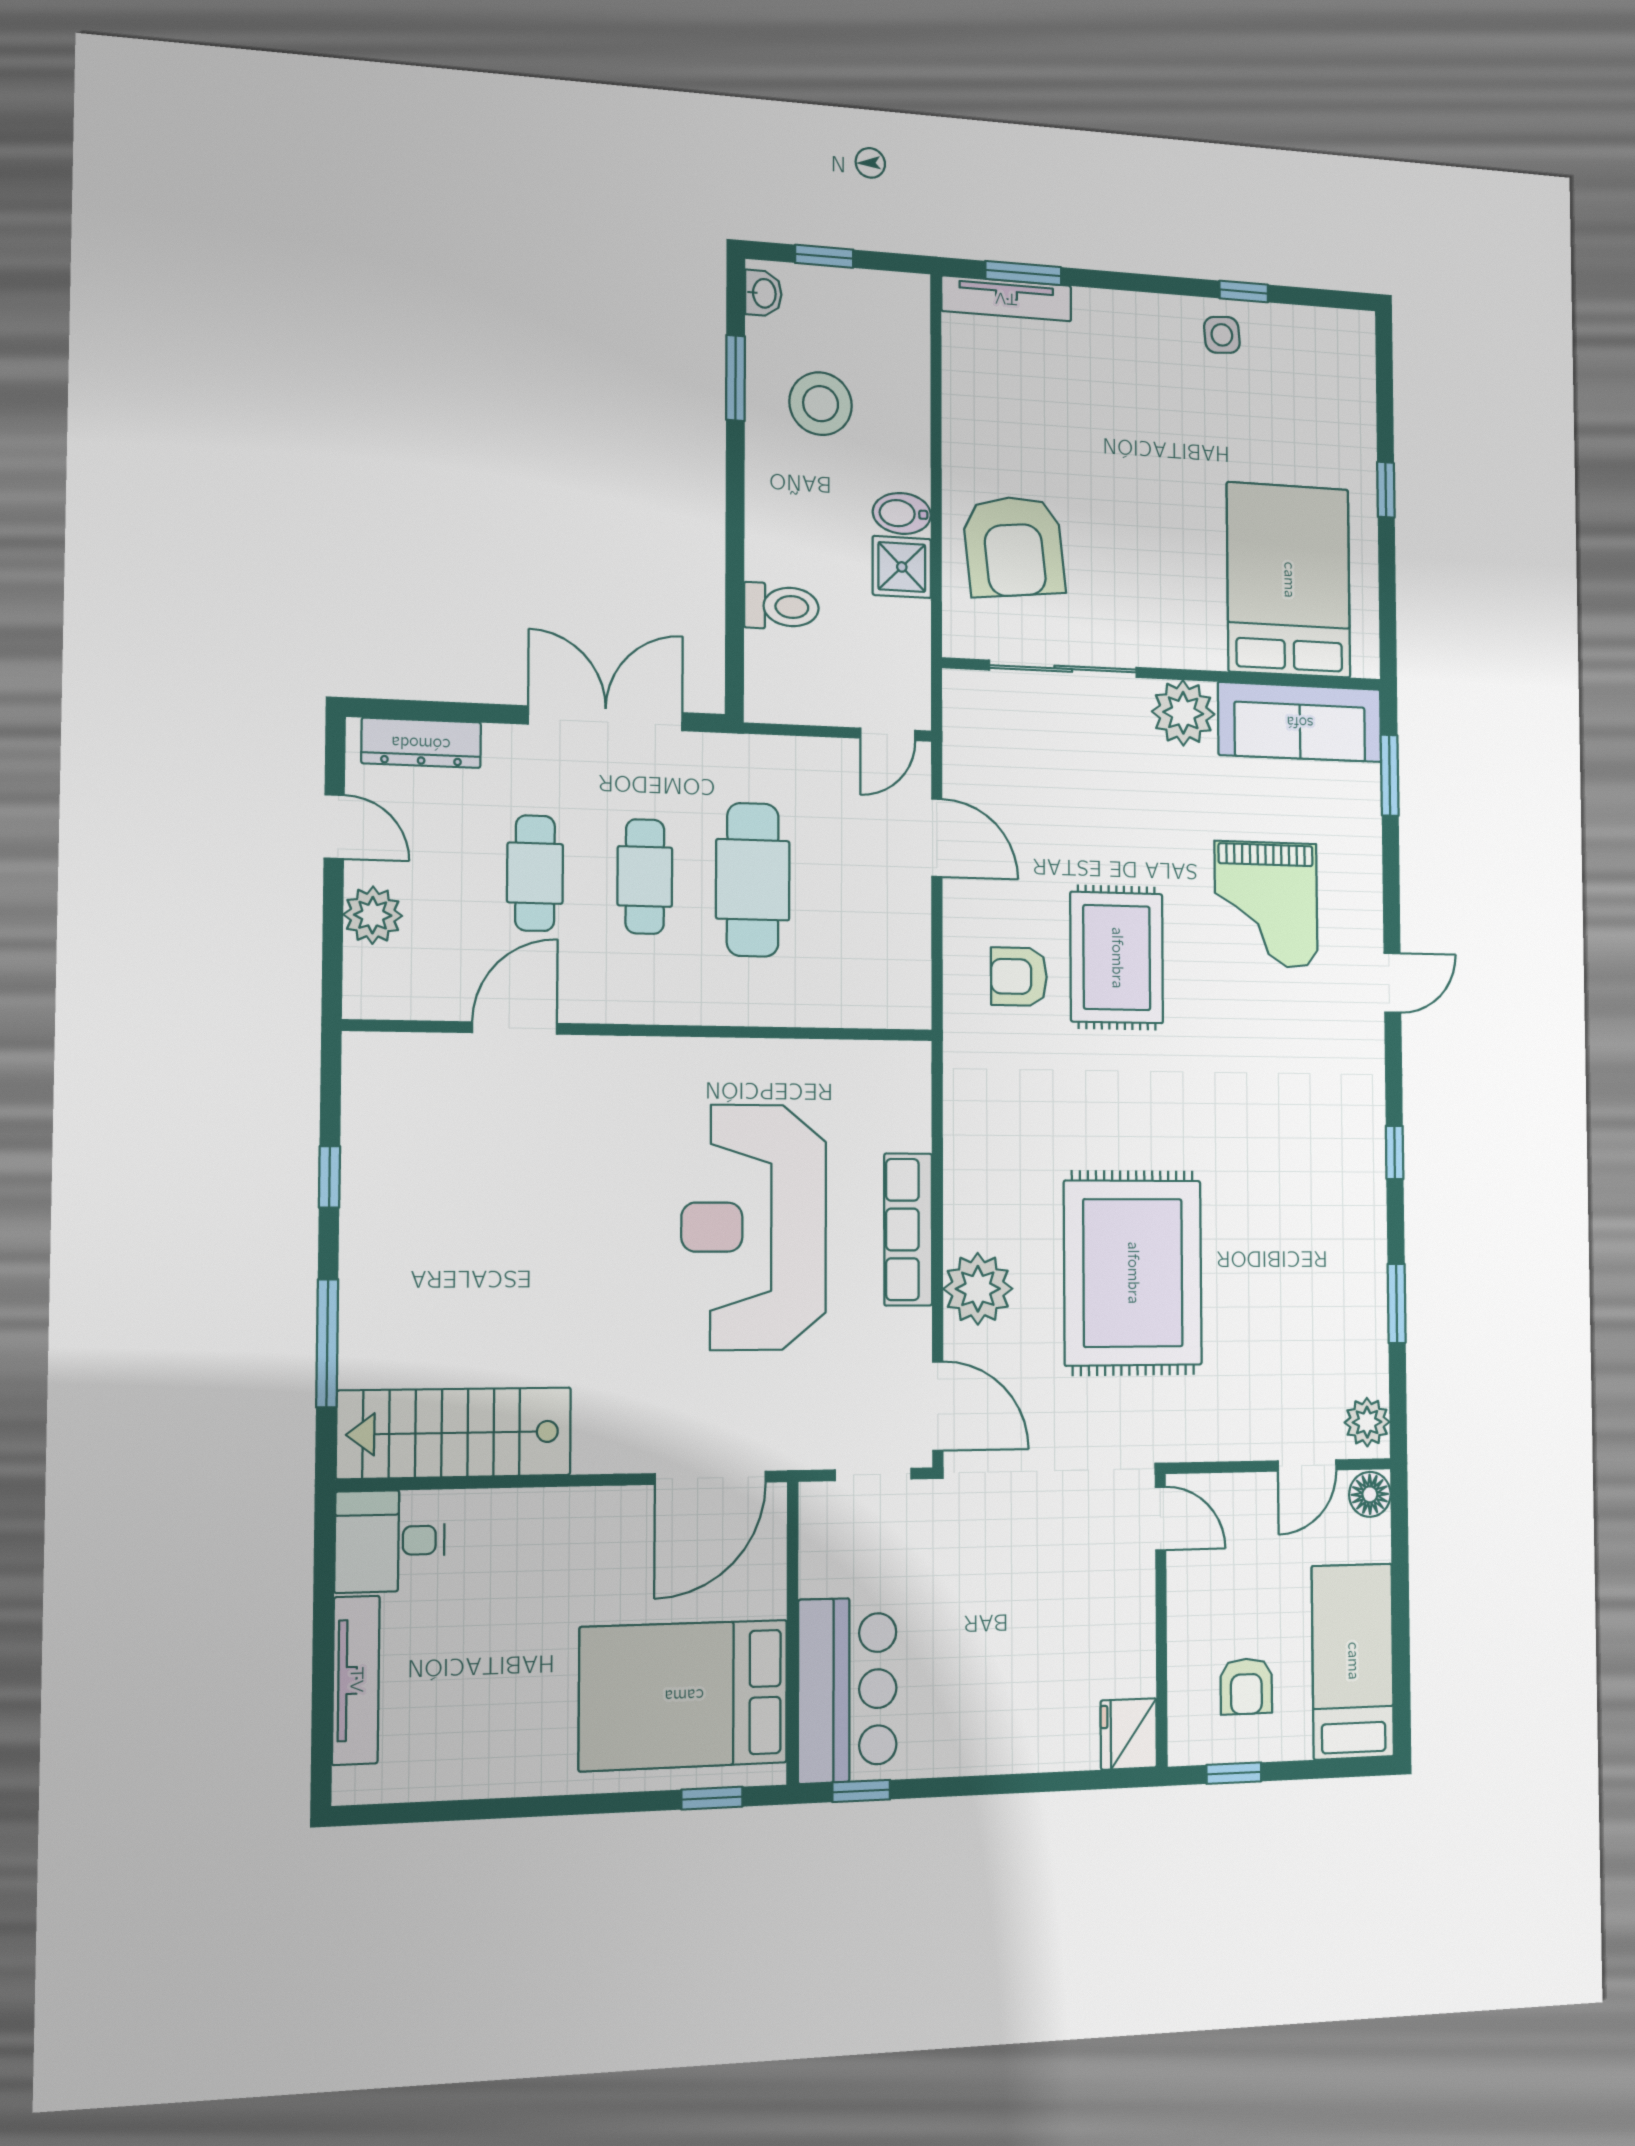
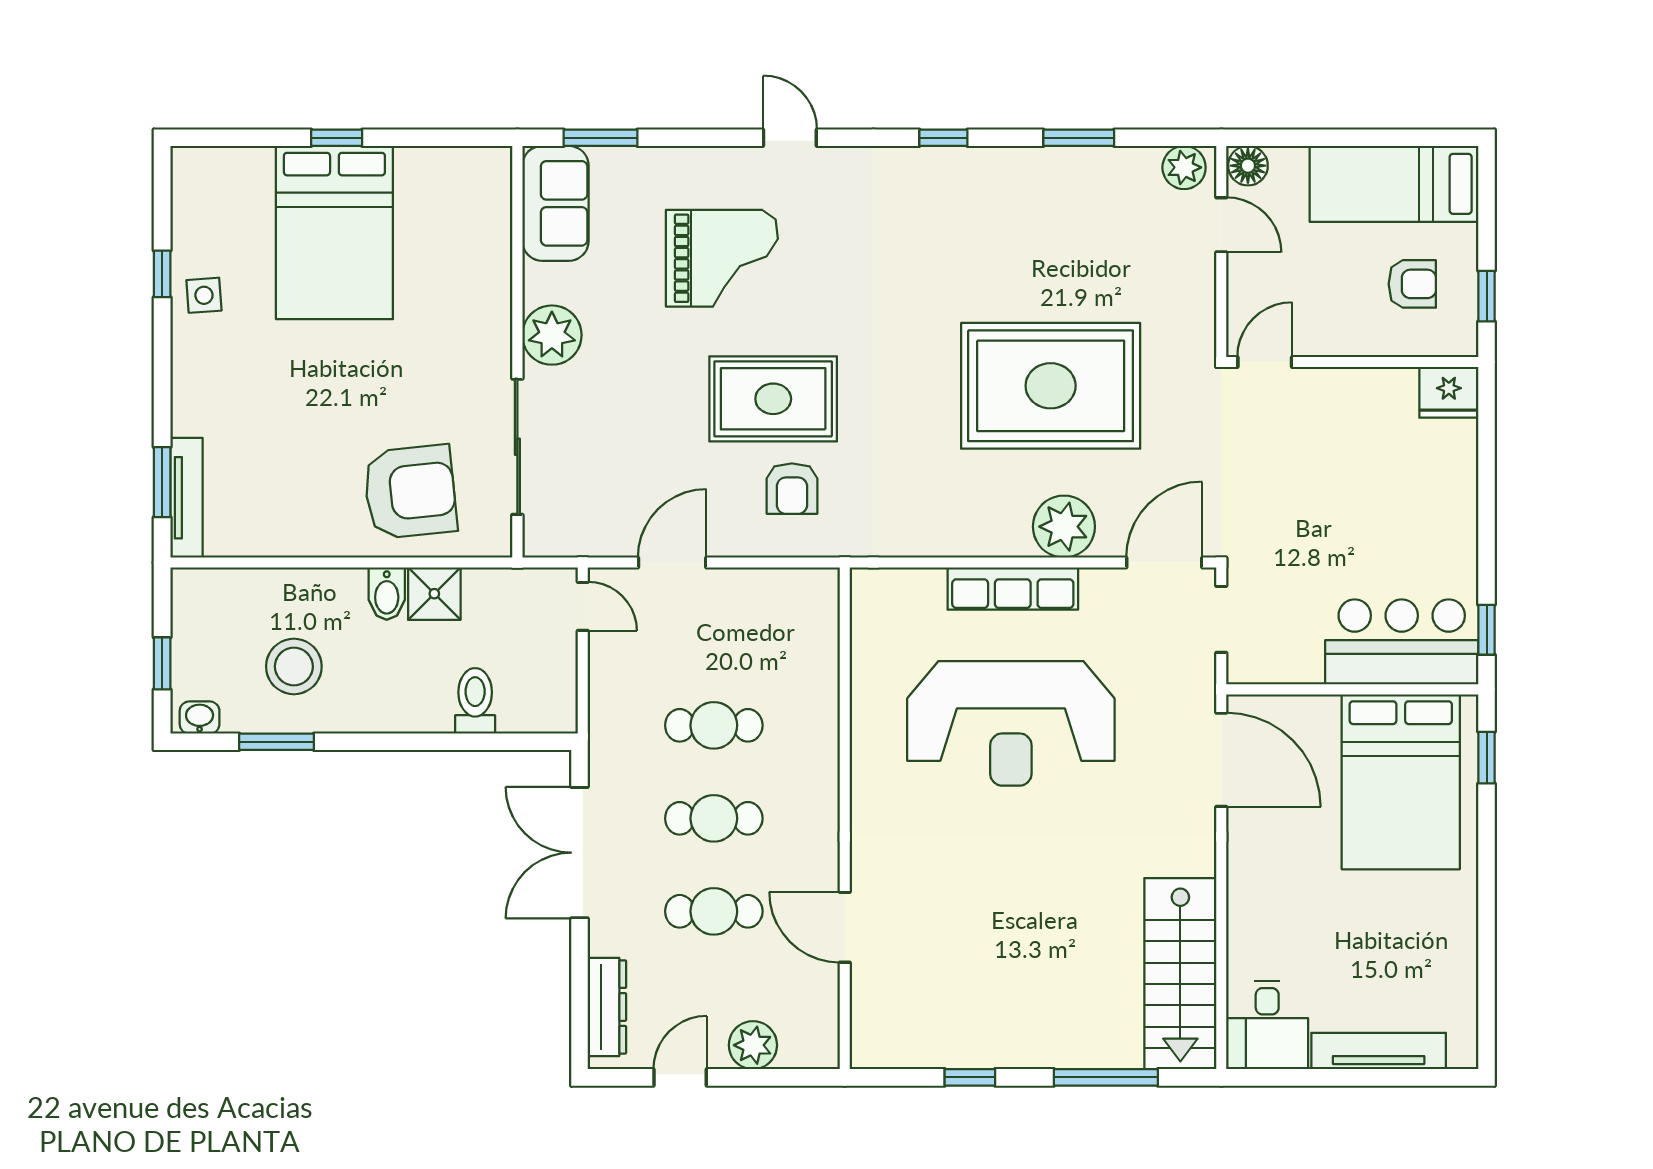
bed: (1289, 580) -> (334, 233), moved, turned -90
sofa: (1300, 722) -> (555, 203), width x0.73
cafe table: (753, 880) -> (714, 725), width x0.73, depth x0.74

